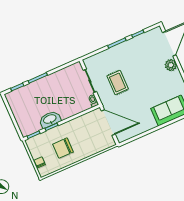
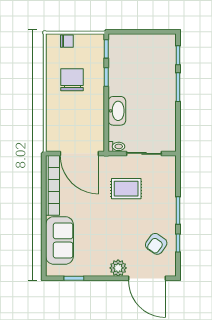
armchair: (145, 47) -> (156, 244), added
washbasin: (50, 119) -> (117, 111), moved
door: (108, 122) -> (79, 153), hinge flipped
bookcase: (136, 131) -> (52, 185), added

